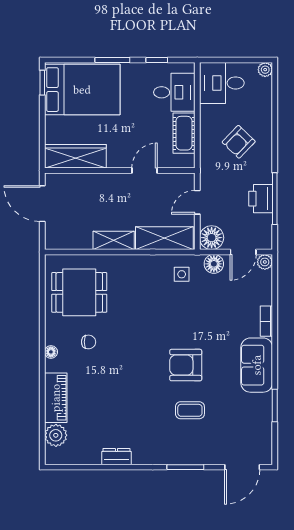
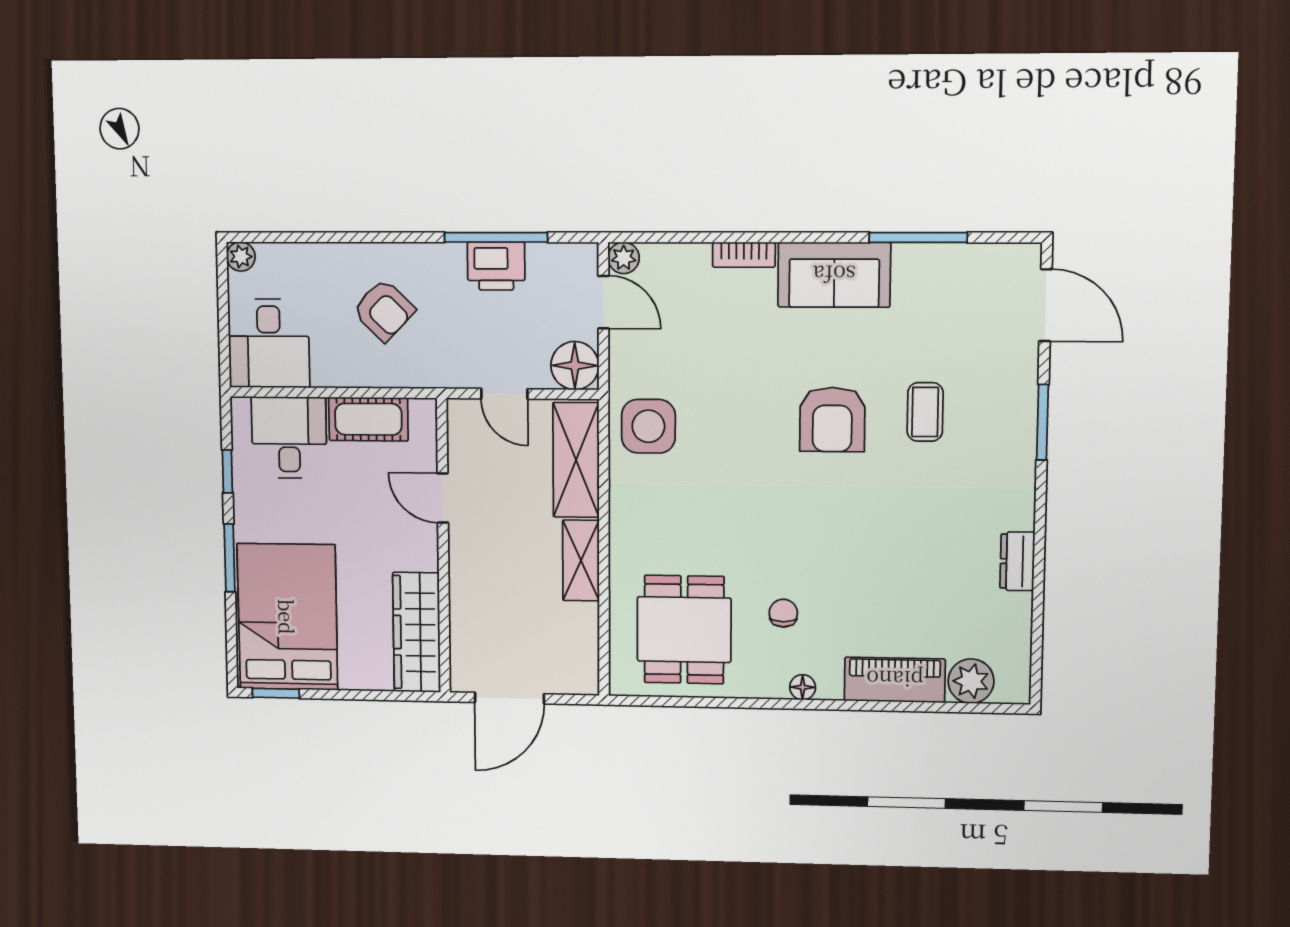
floor lamp: (214, 264) -> (627, 361), removed
side table: (182, 274) -> (648, 426), width x1.87, depth x1.87
window: (275, 405) -> (918, 237), width x1.44

